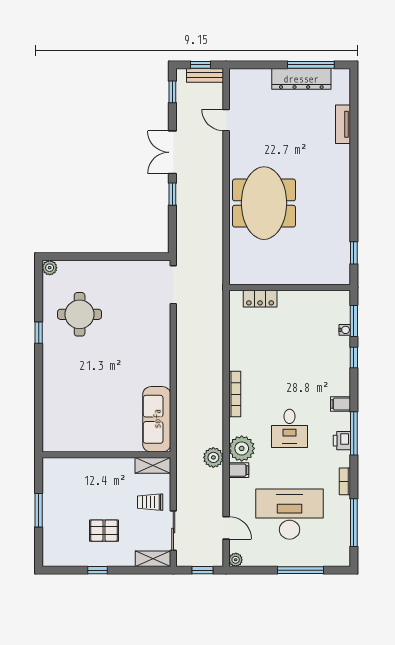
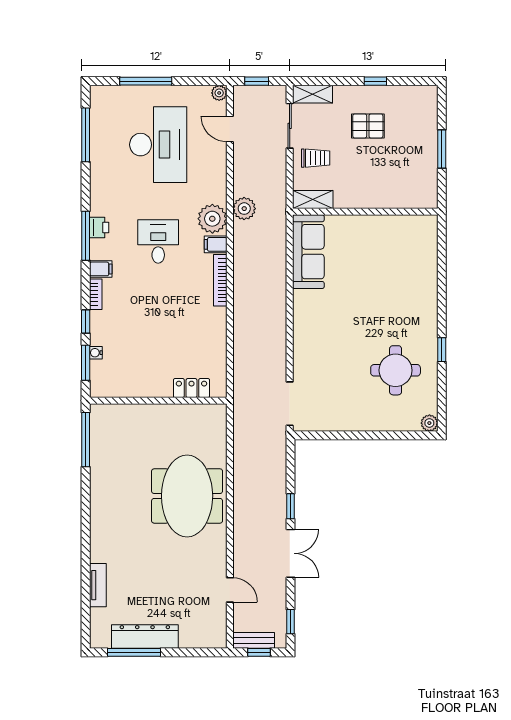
window: (354, 253) -> (86, 440), width x2.17
filing cabinet: (239, 470) -> (216, 244), moved
bookcase: (345, 481) -> (96, 294), moved
desk: (290, 514) -> (158, 145), turned -90

